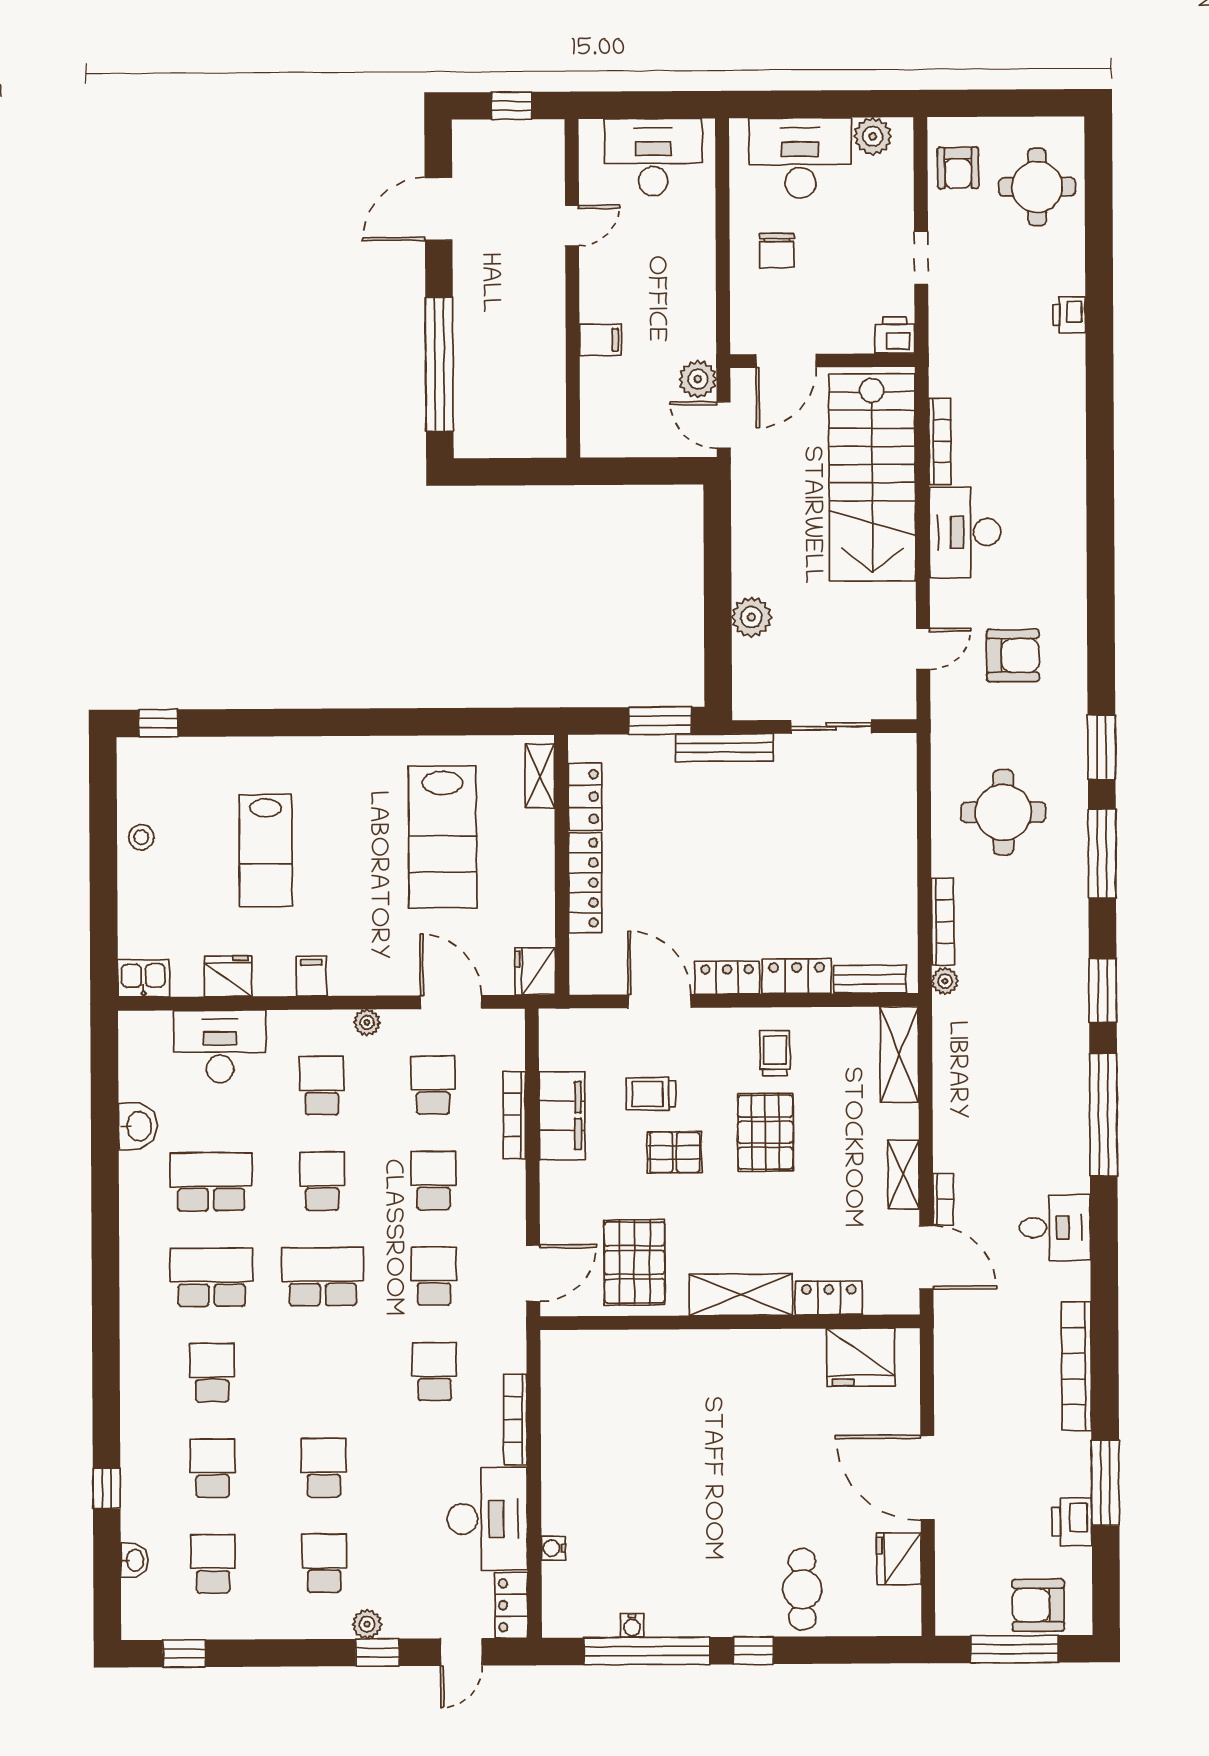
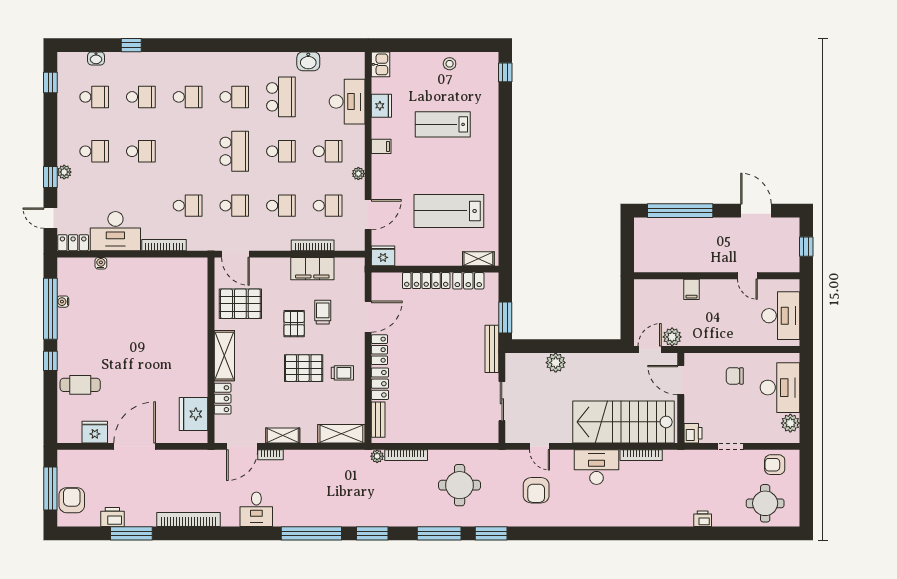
school desk: (212, 1277) -> (234, 97), width x0.54

